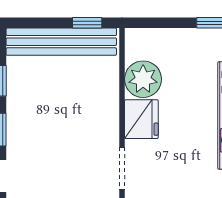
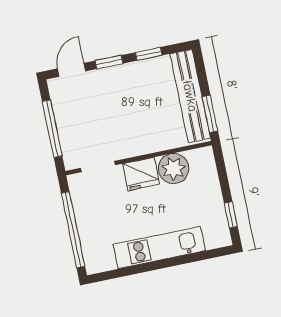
window: (87, 23) -> (210, 114), width x1.50

